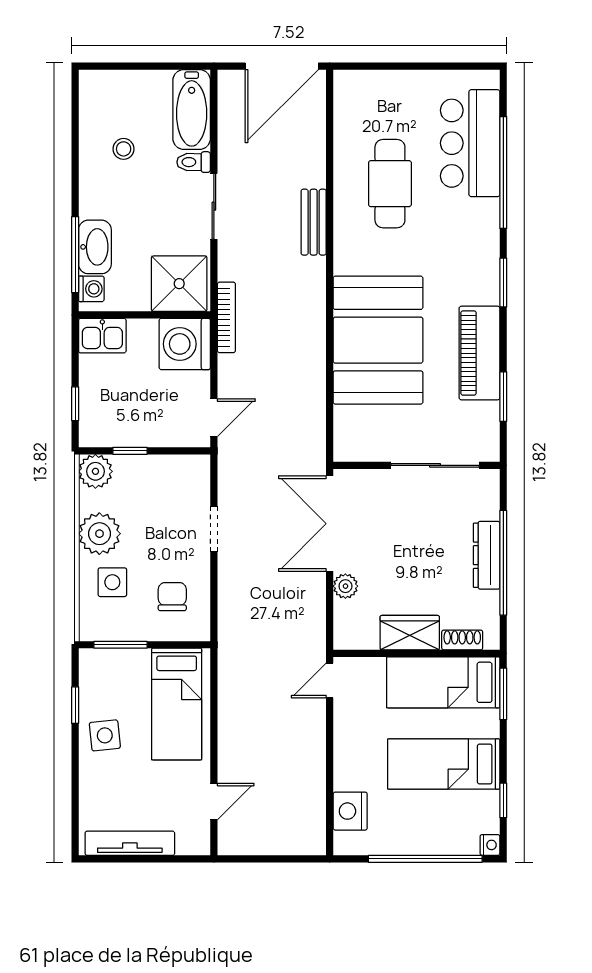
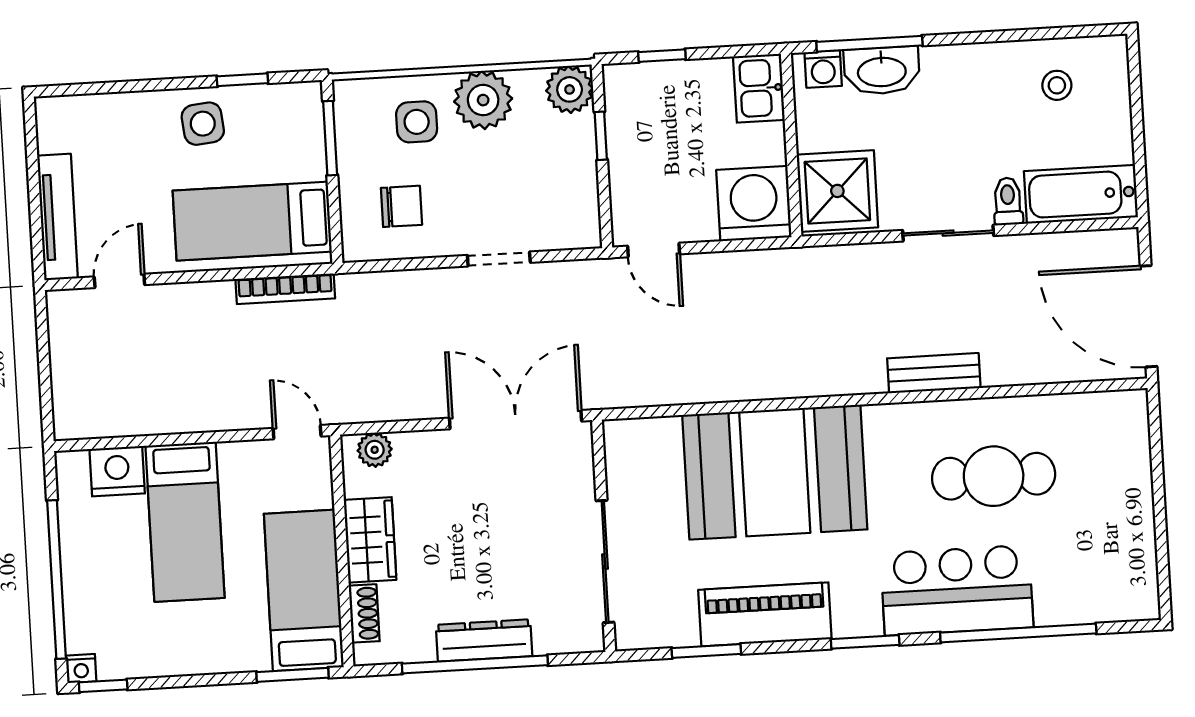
bar counter: (470, 143) -> (957, 590), moved
stool: (124, 149) -> (1057, 85), moved
bookcase: (226, 317) -> (285, 289), moved
plant: (345, 586) -> (375, 450), moved
bed: (444, 764) -> (185, 522), moved, turned 180
window: (503, 800) -> (103, 686), moved
door: (214, 802) -> (119, 281), swing flipped
tv unit: (130, 843) -> (57, 217), moved

